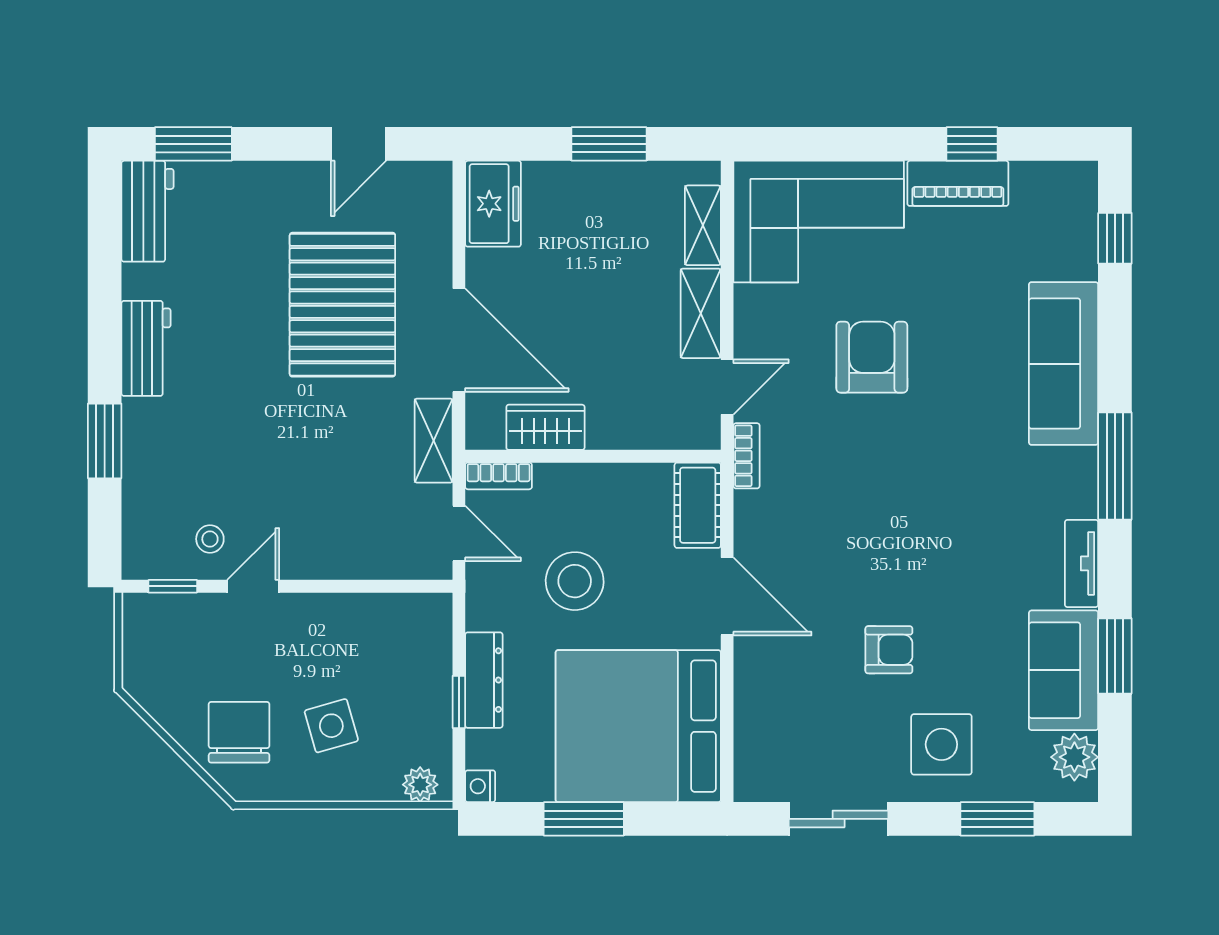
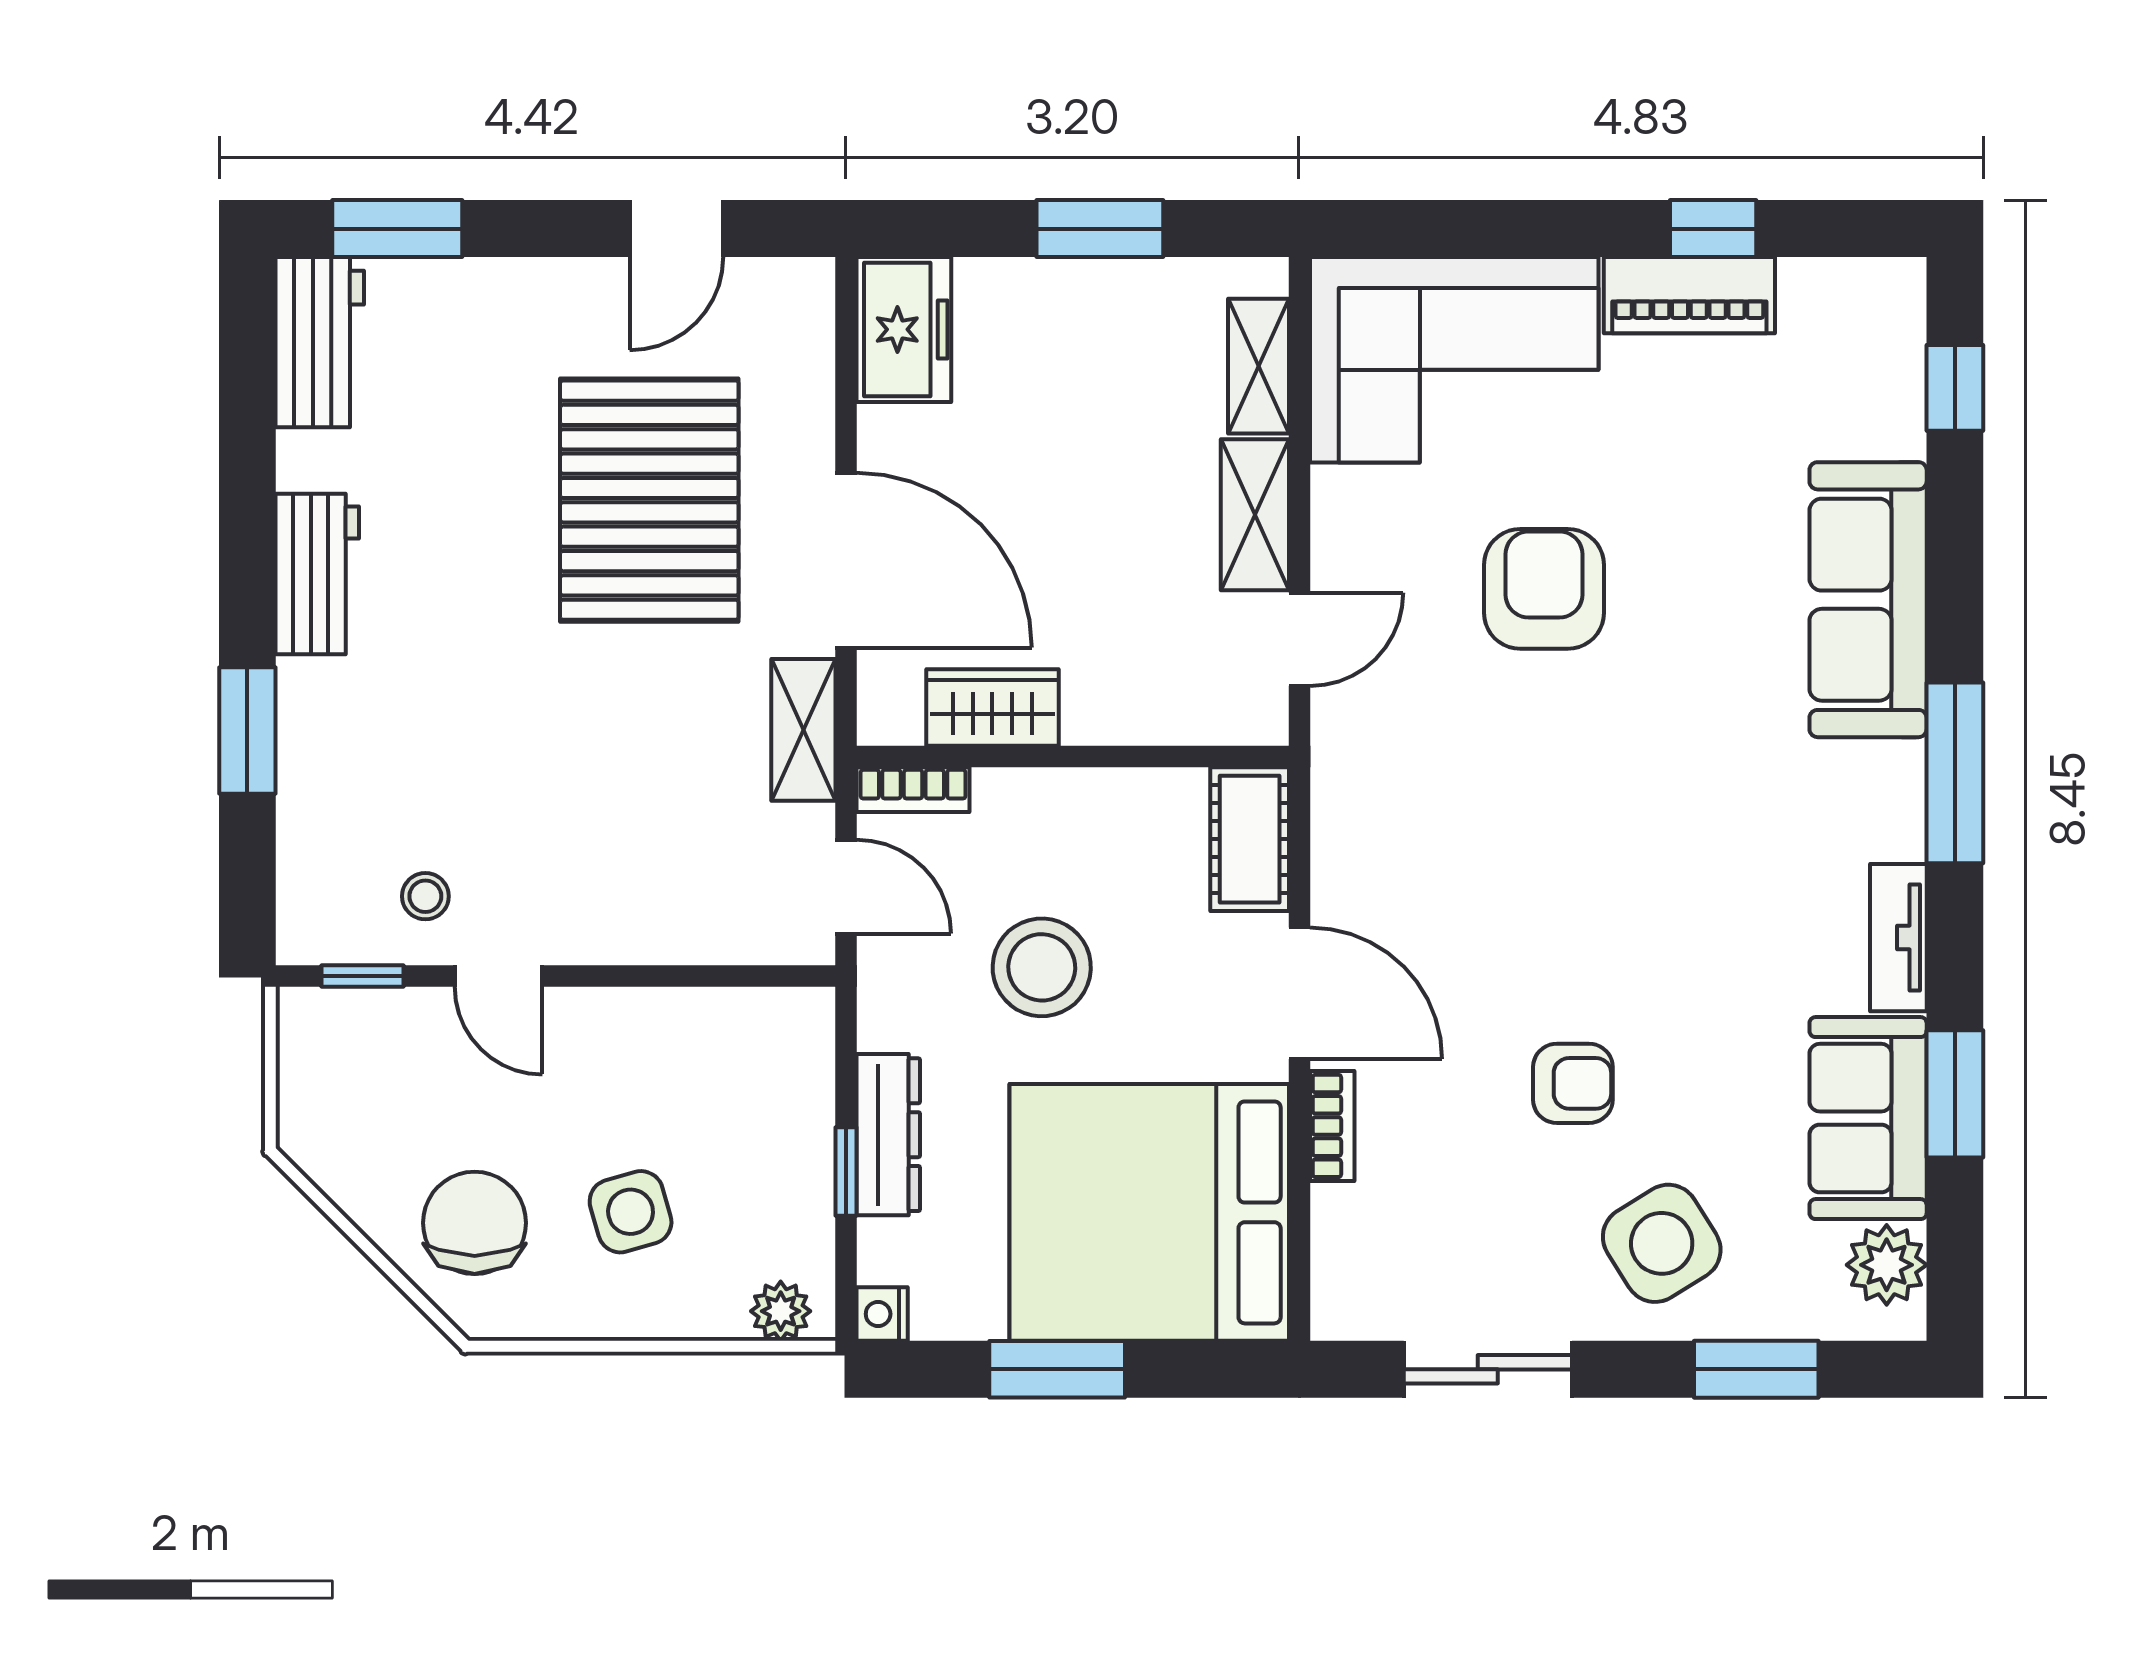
bookcase: (746, 456) -> (1332, 1126), moved
door: (253, 586) -> (498, 976), swing flipped
side table: (941, 744) -> (1662, 1243), turned -32

